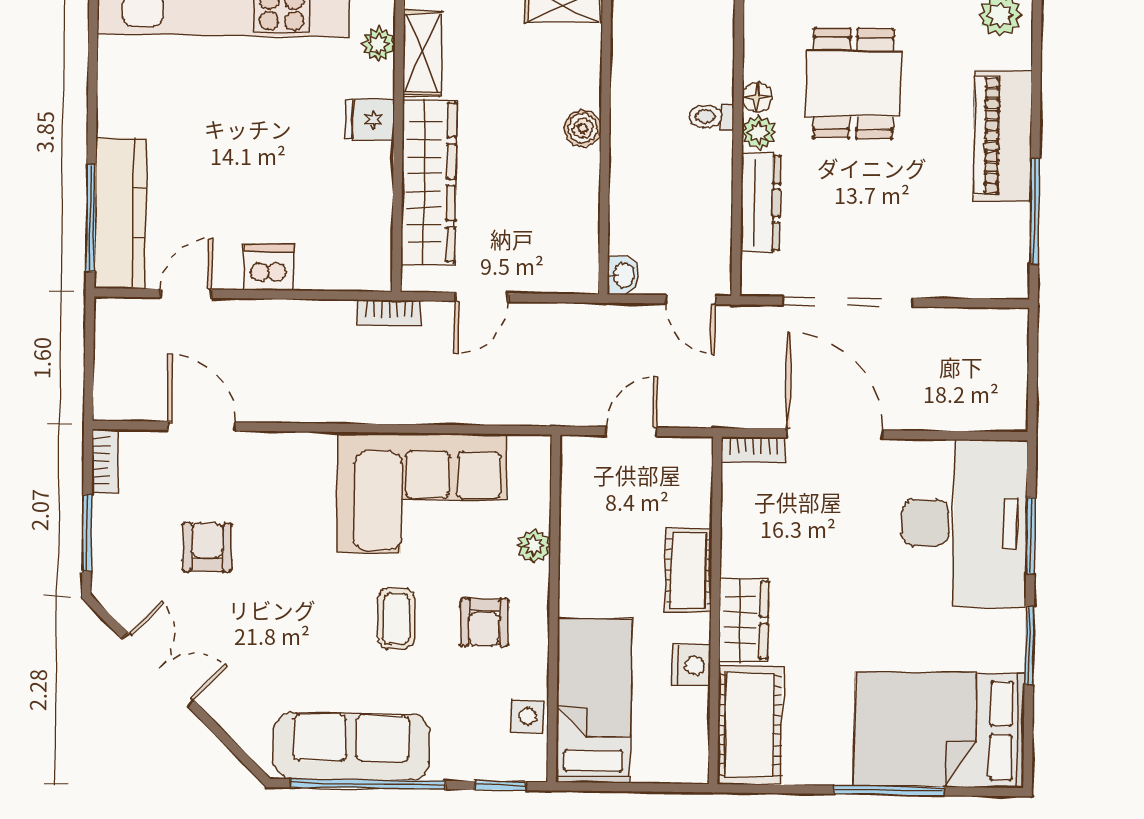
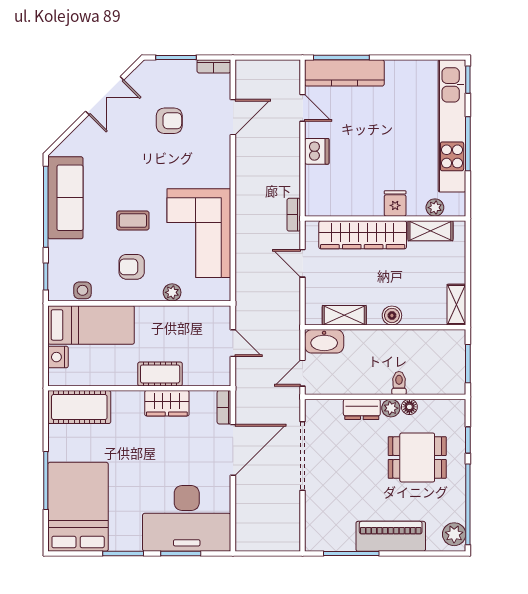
dresser: (760, 203) -> (362, 409), width x0.70
shelving: (581, 219) -> (344, 315), added
washbasin: (623, 275) -> (324, 341), width x1.91, depth x1.45
wardrobe: (744, 620) -> (167, 403), moved
nightstand: (691, 665) -> (58, 357), moved, turned 90

